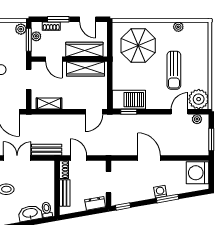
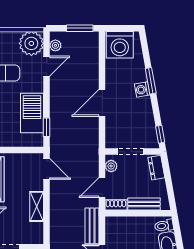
barbecue: (129, 100) -> (32, 113), moved
shelving: (49, 103) -> (37, 206), moved
door: (180, 112) -> (47, 66), swing flipped
plant: (96, 166) -> (111, 166), added

